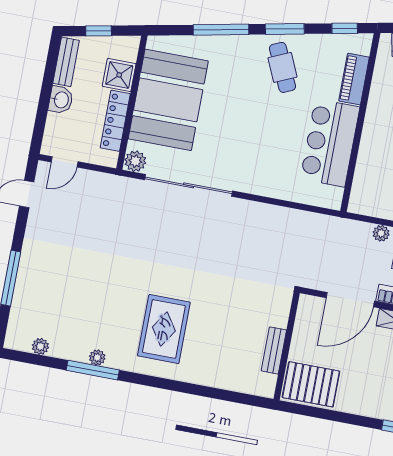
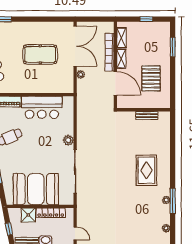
plant: (135, 161) -> (68, 140), moved
rug: (164, 329) -> (146, 170), turned 90
pallet: (311, 384) -> (151, 78), moved

